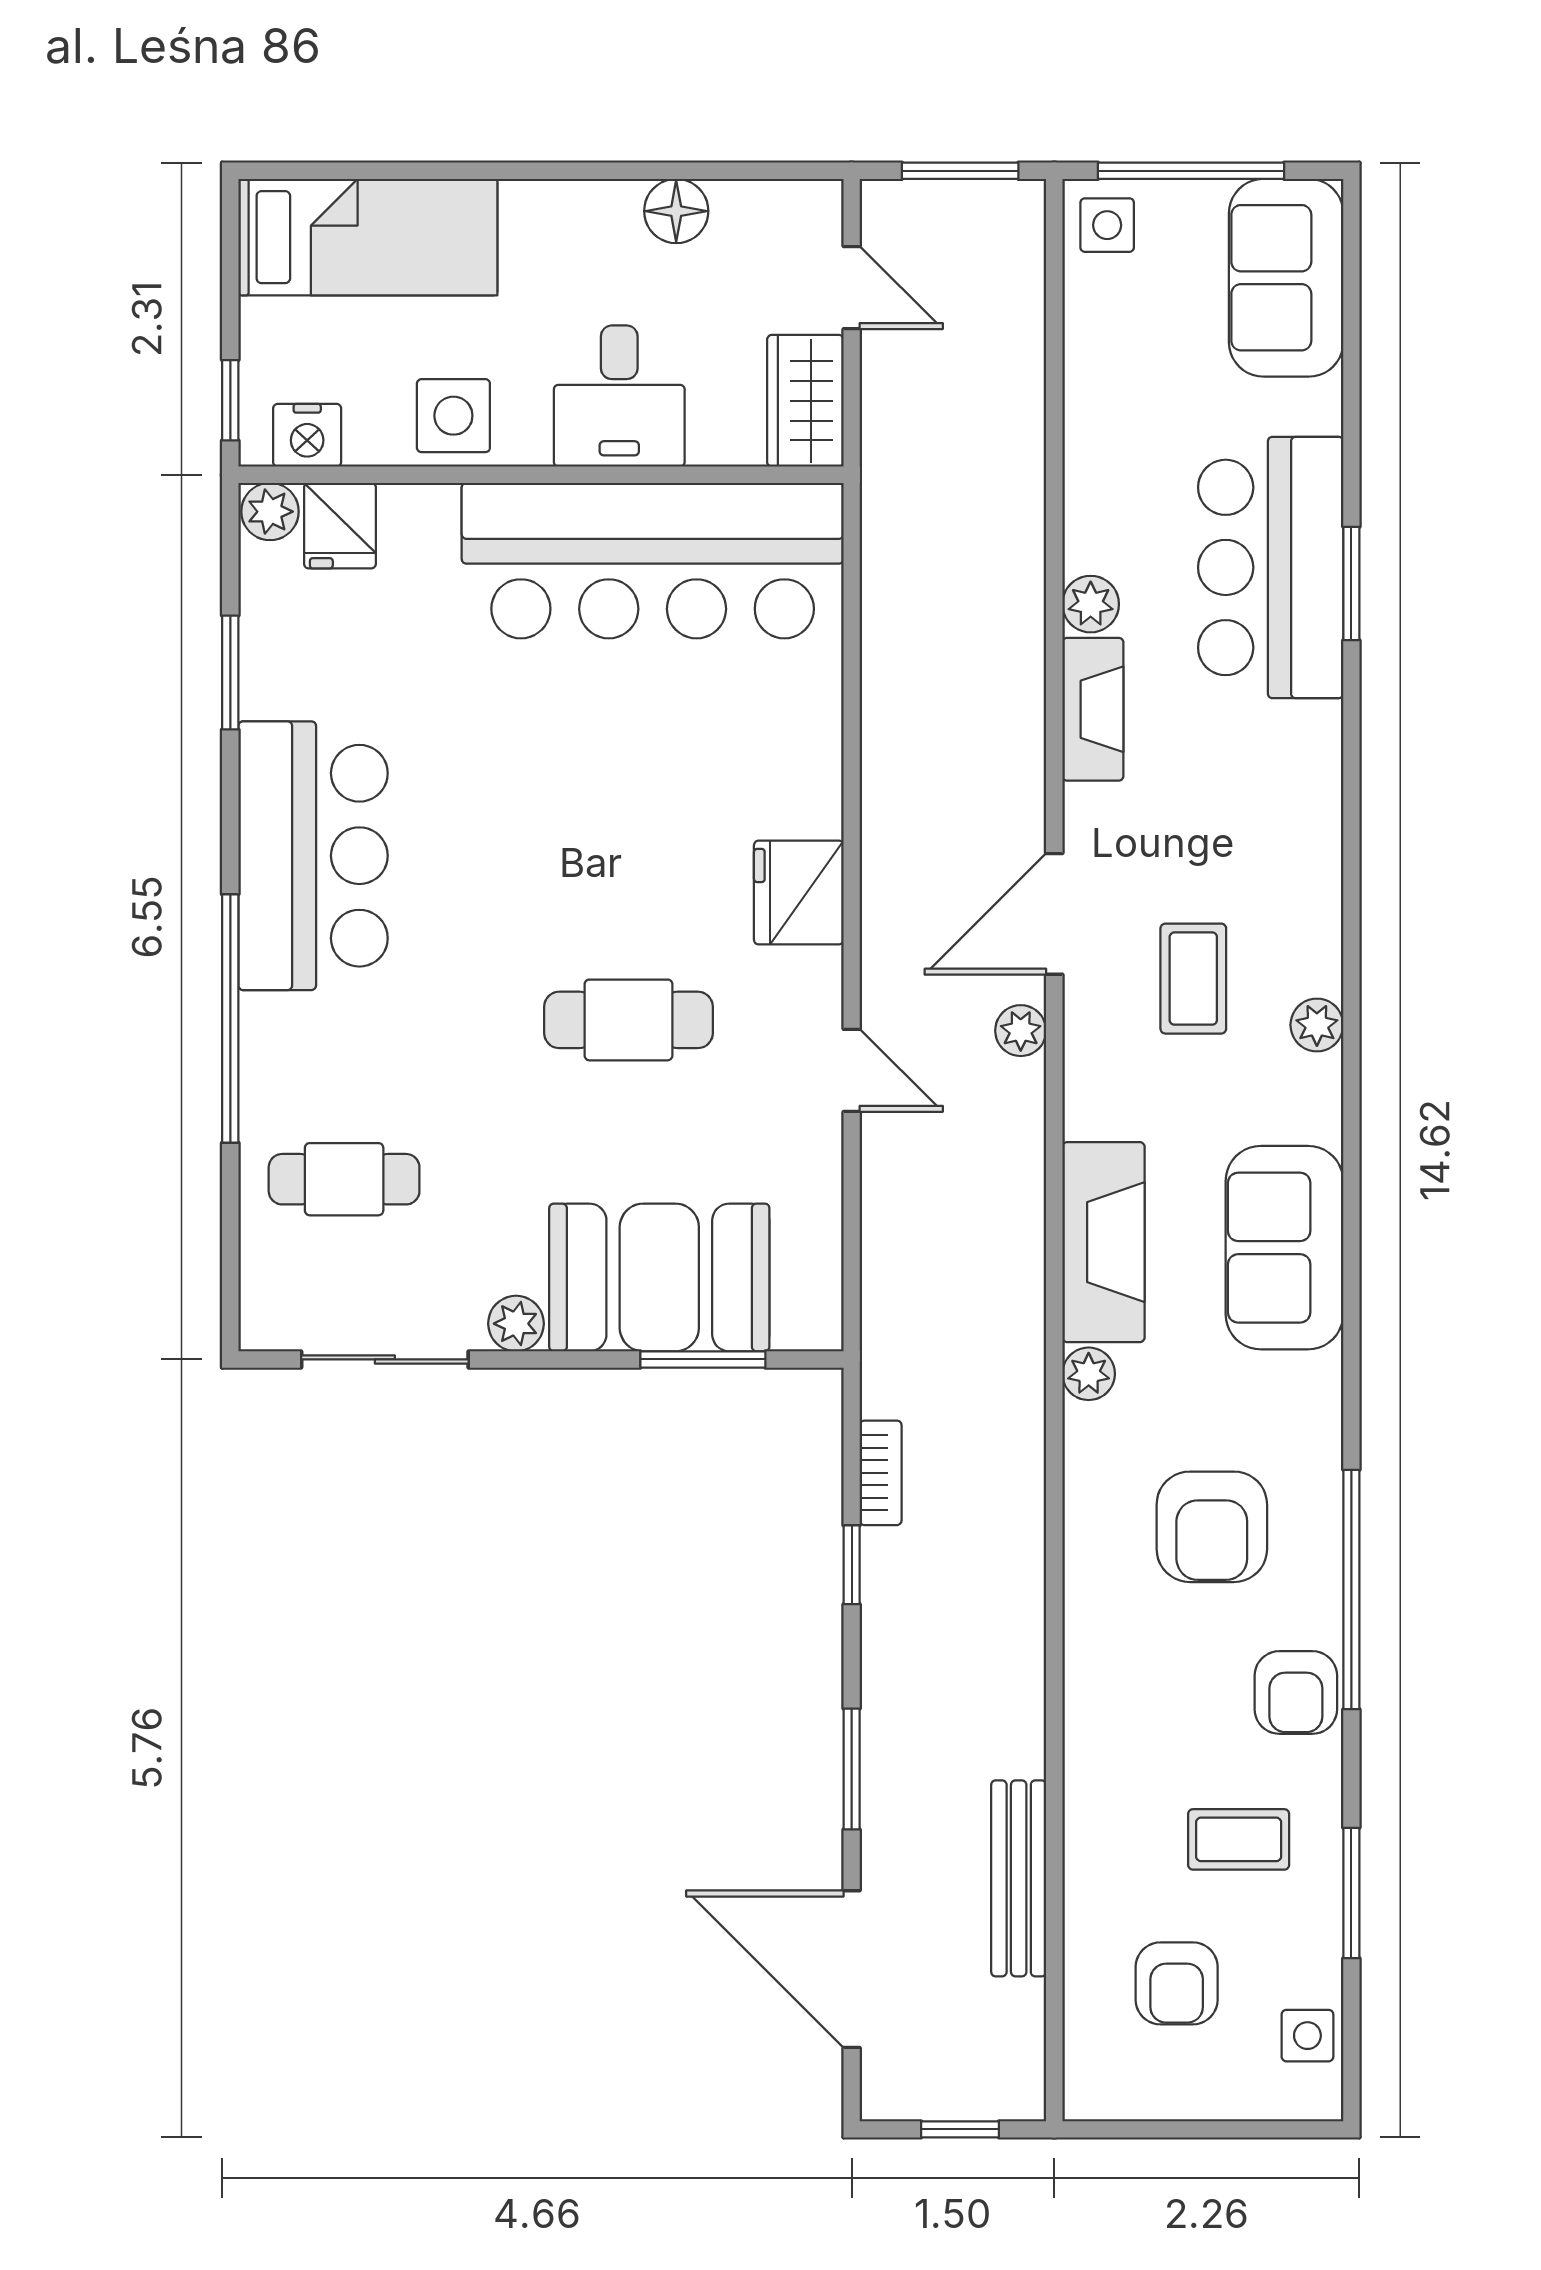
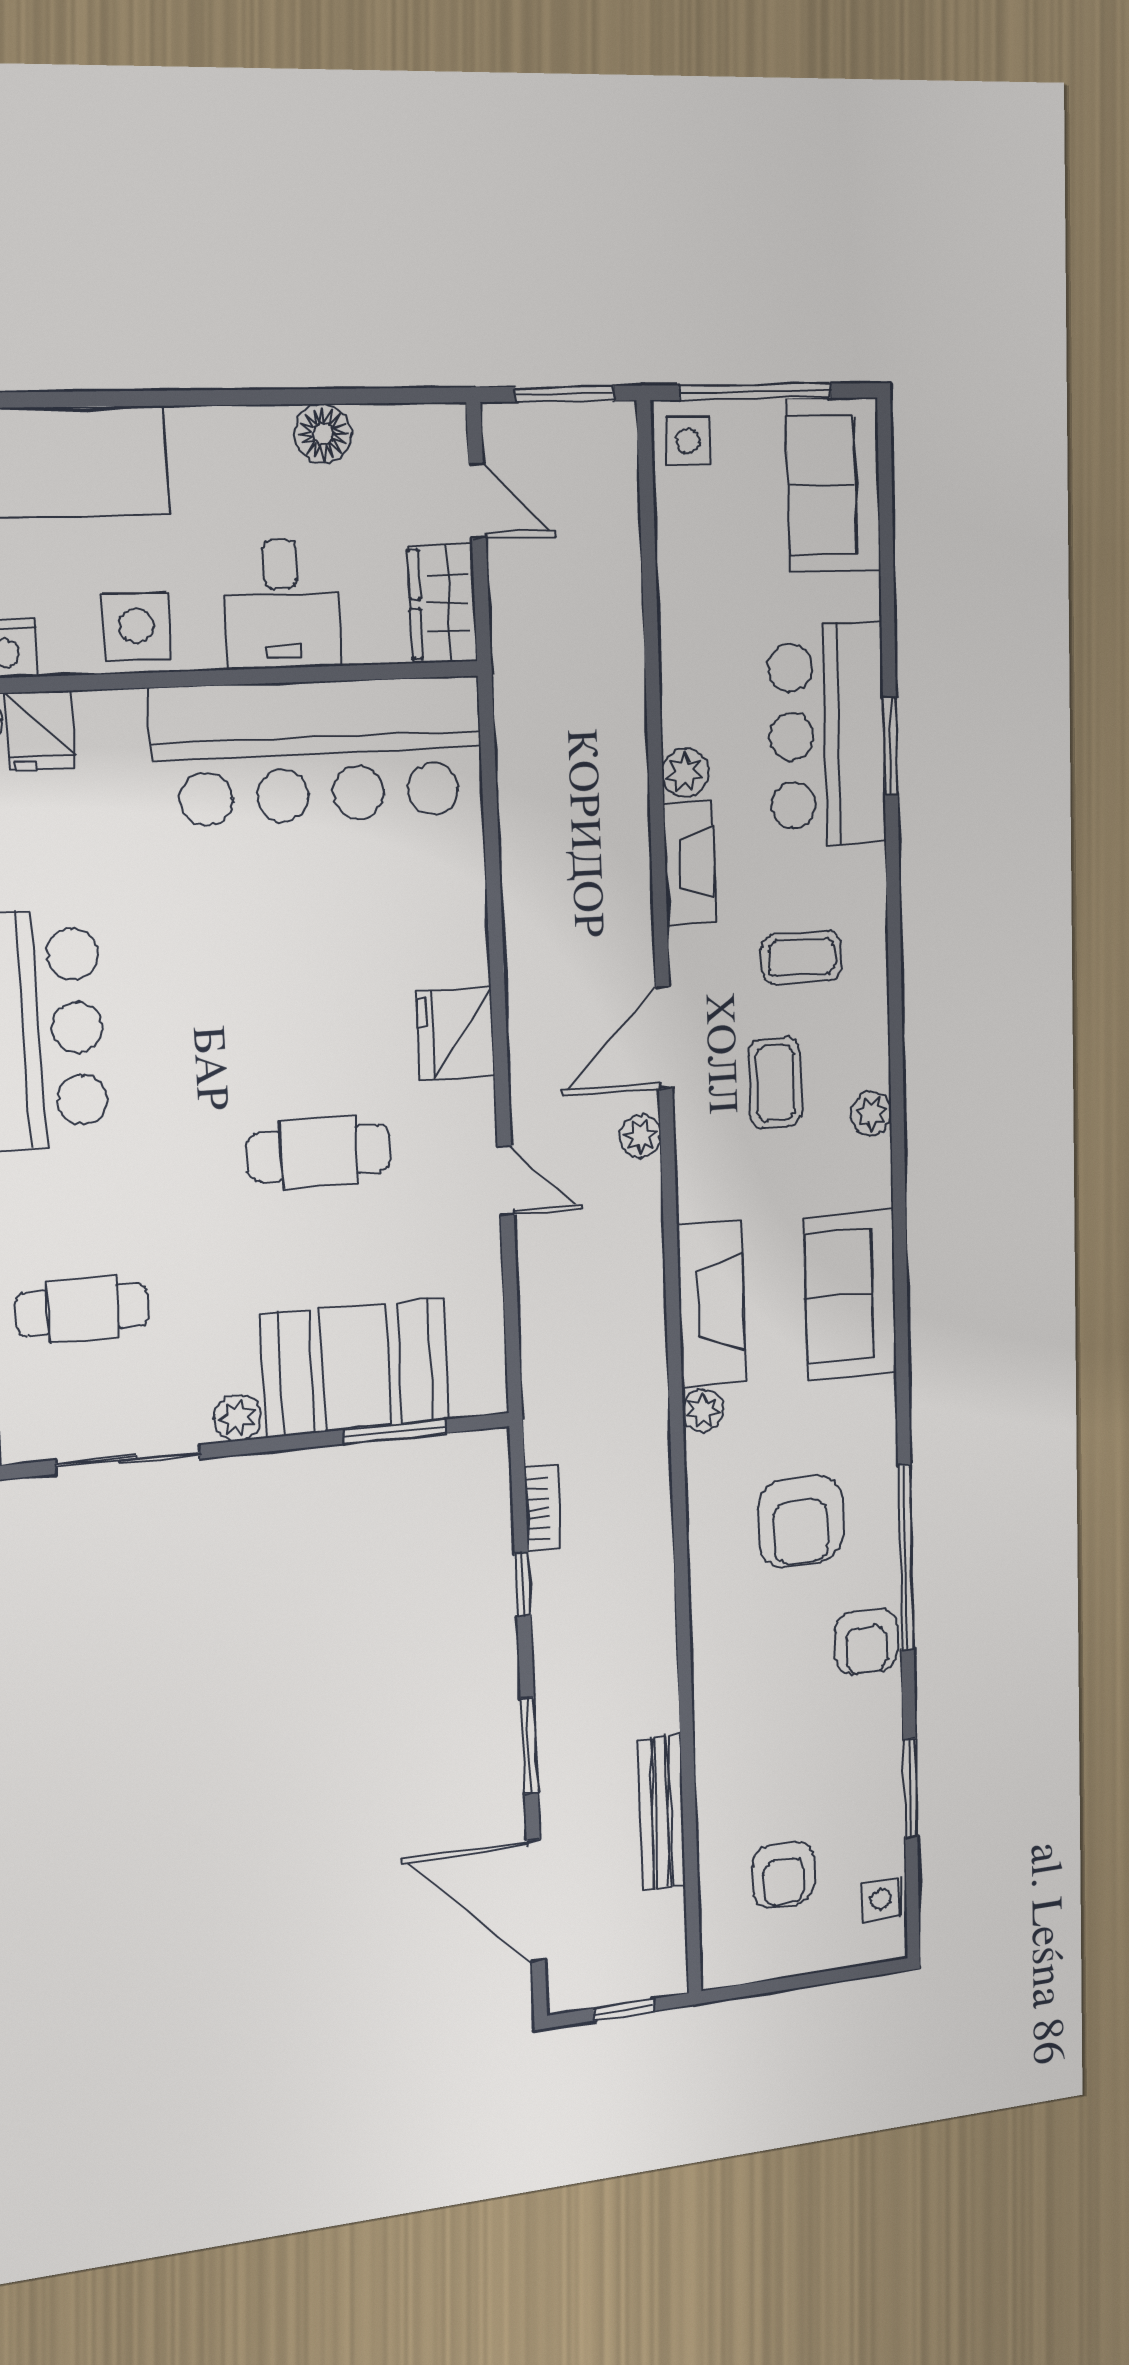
coffee table: (1239, 1839) -> (802, 957), moved

